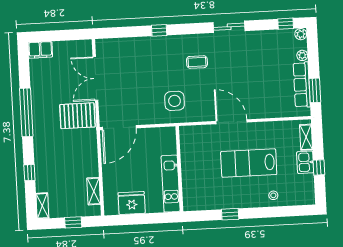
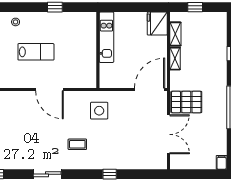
filing cabinet: (40, 50) -> (222, 162), width x0.50
lab bench: (249, 163) -> (36, 52), width x0.73, depth x0.72
fridge: (132, 203) -> (157, 24), moved, turned 90
shelving: (42, 206) -> (175, 59), moved

